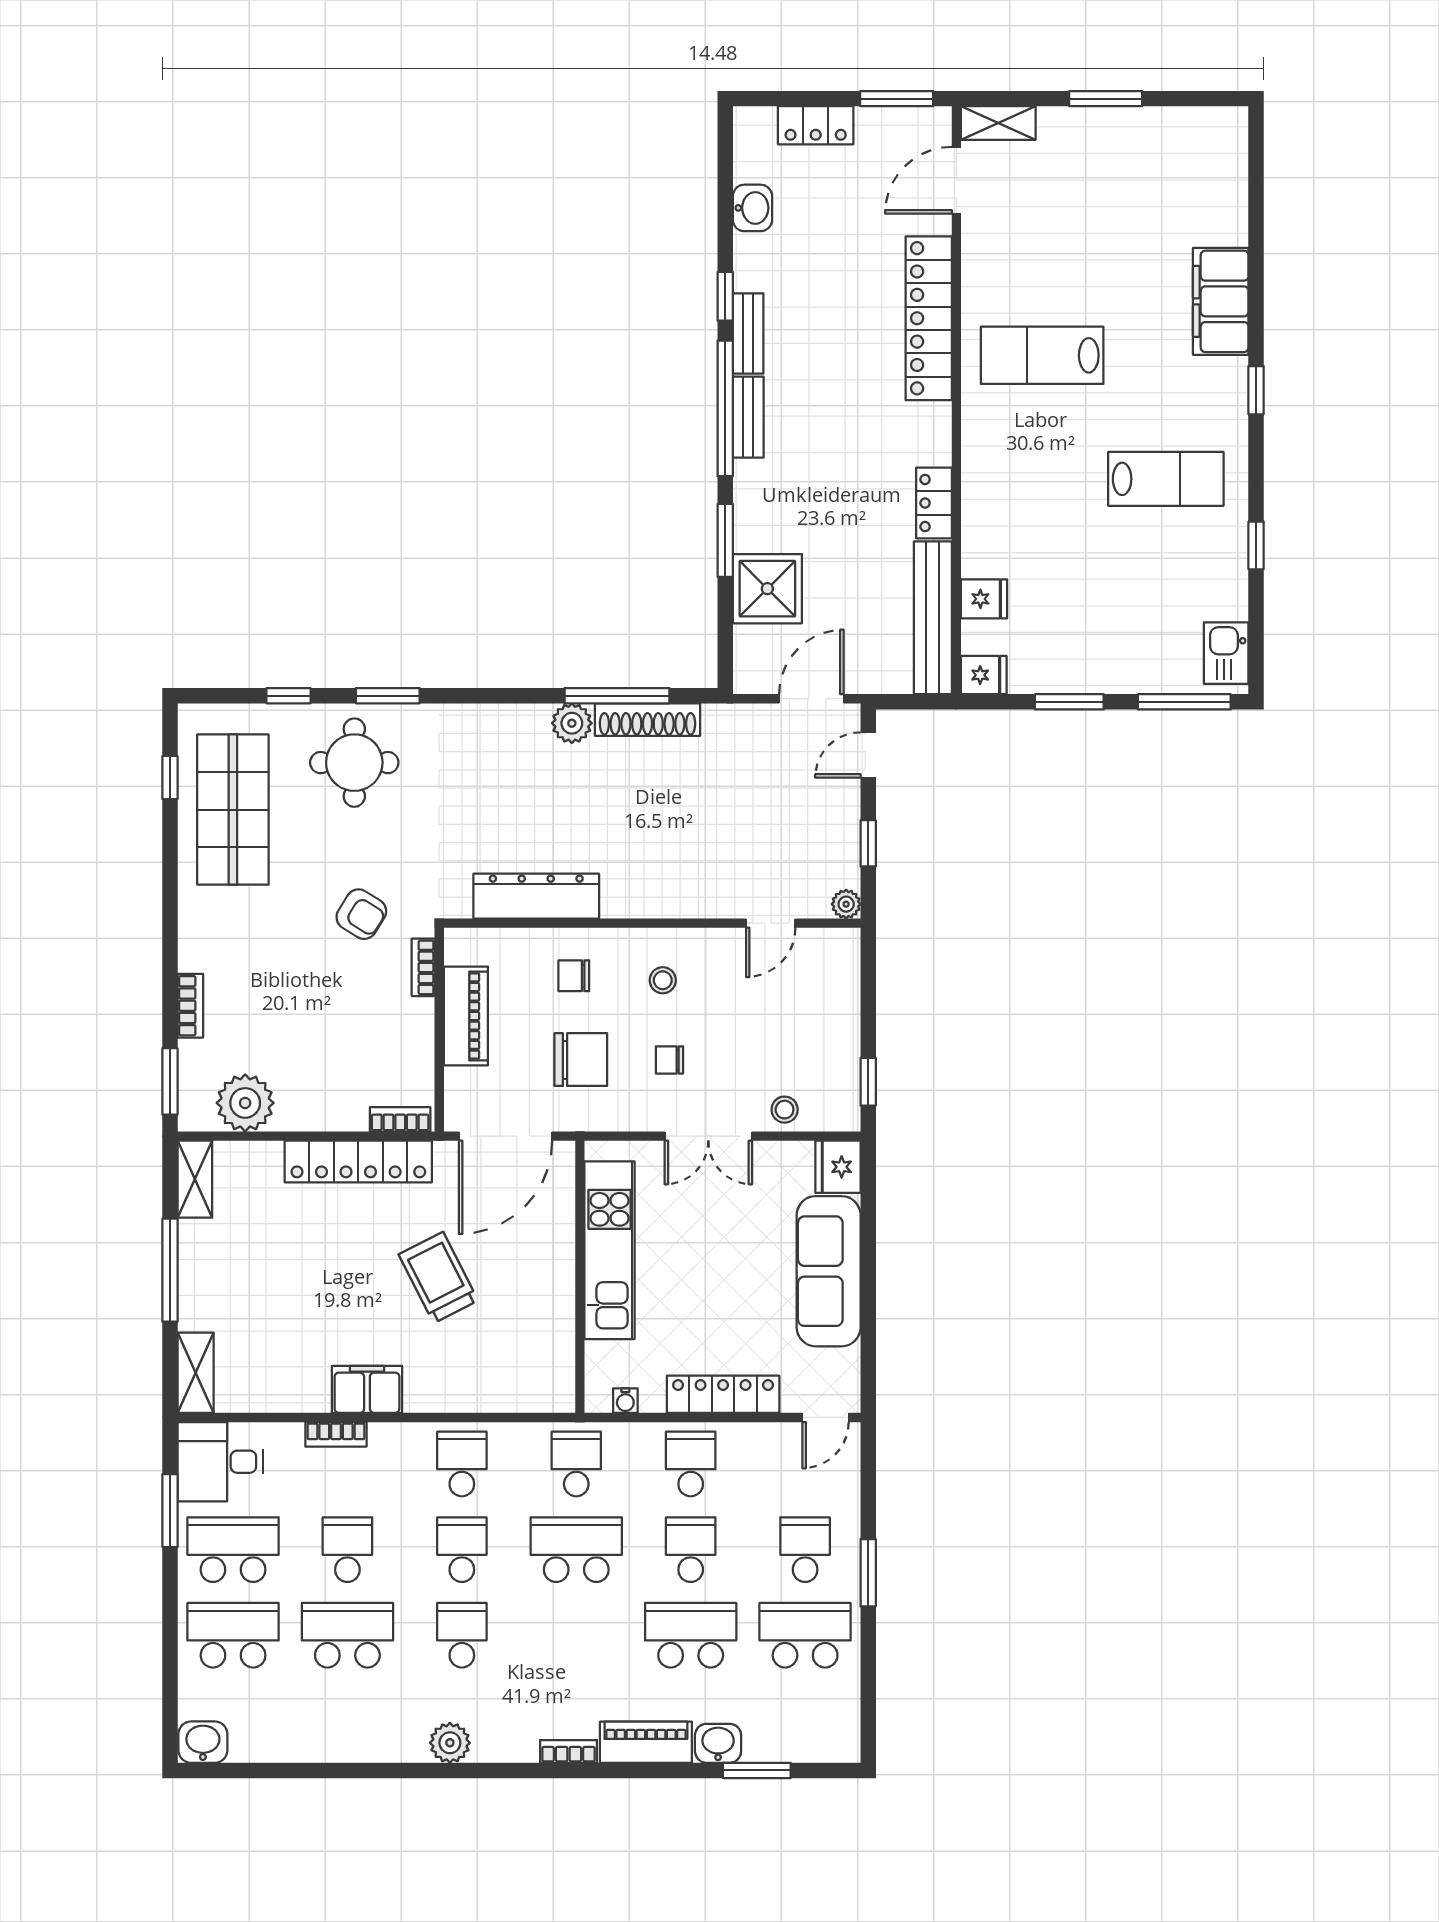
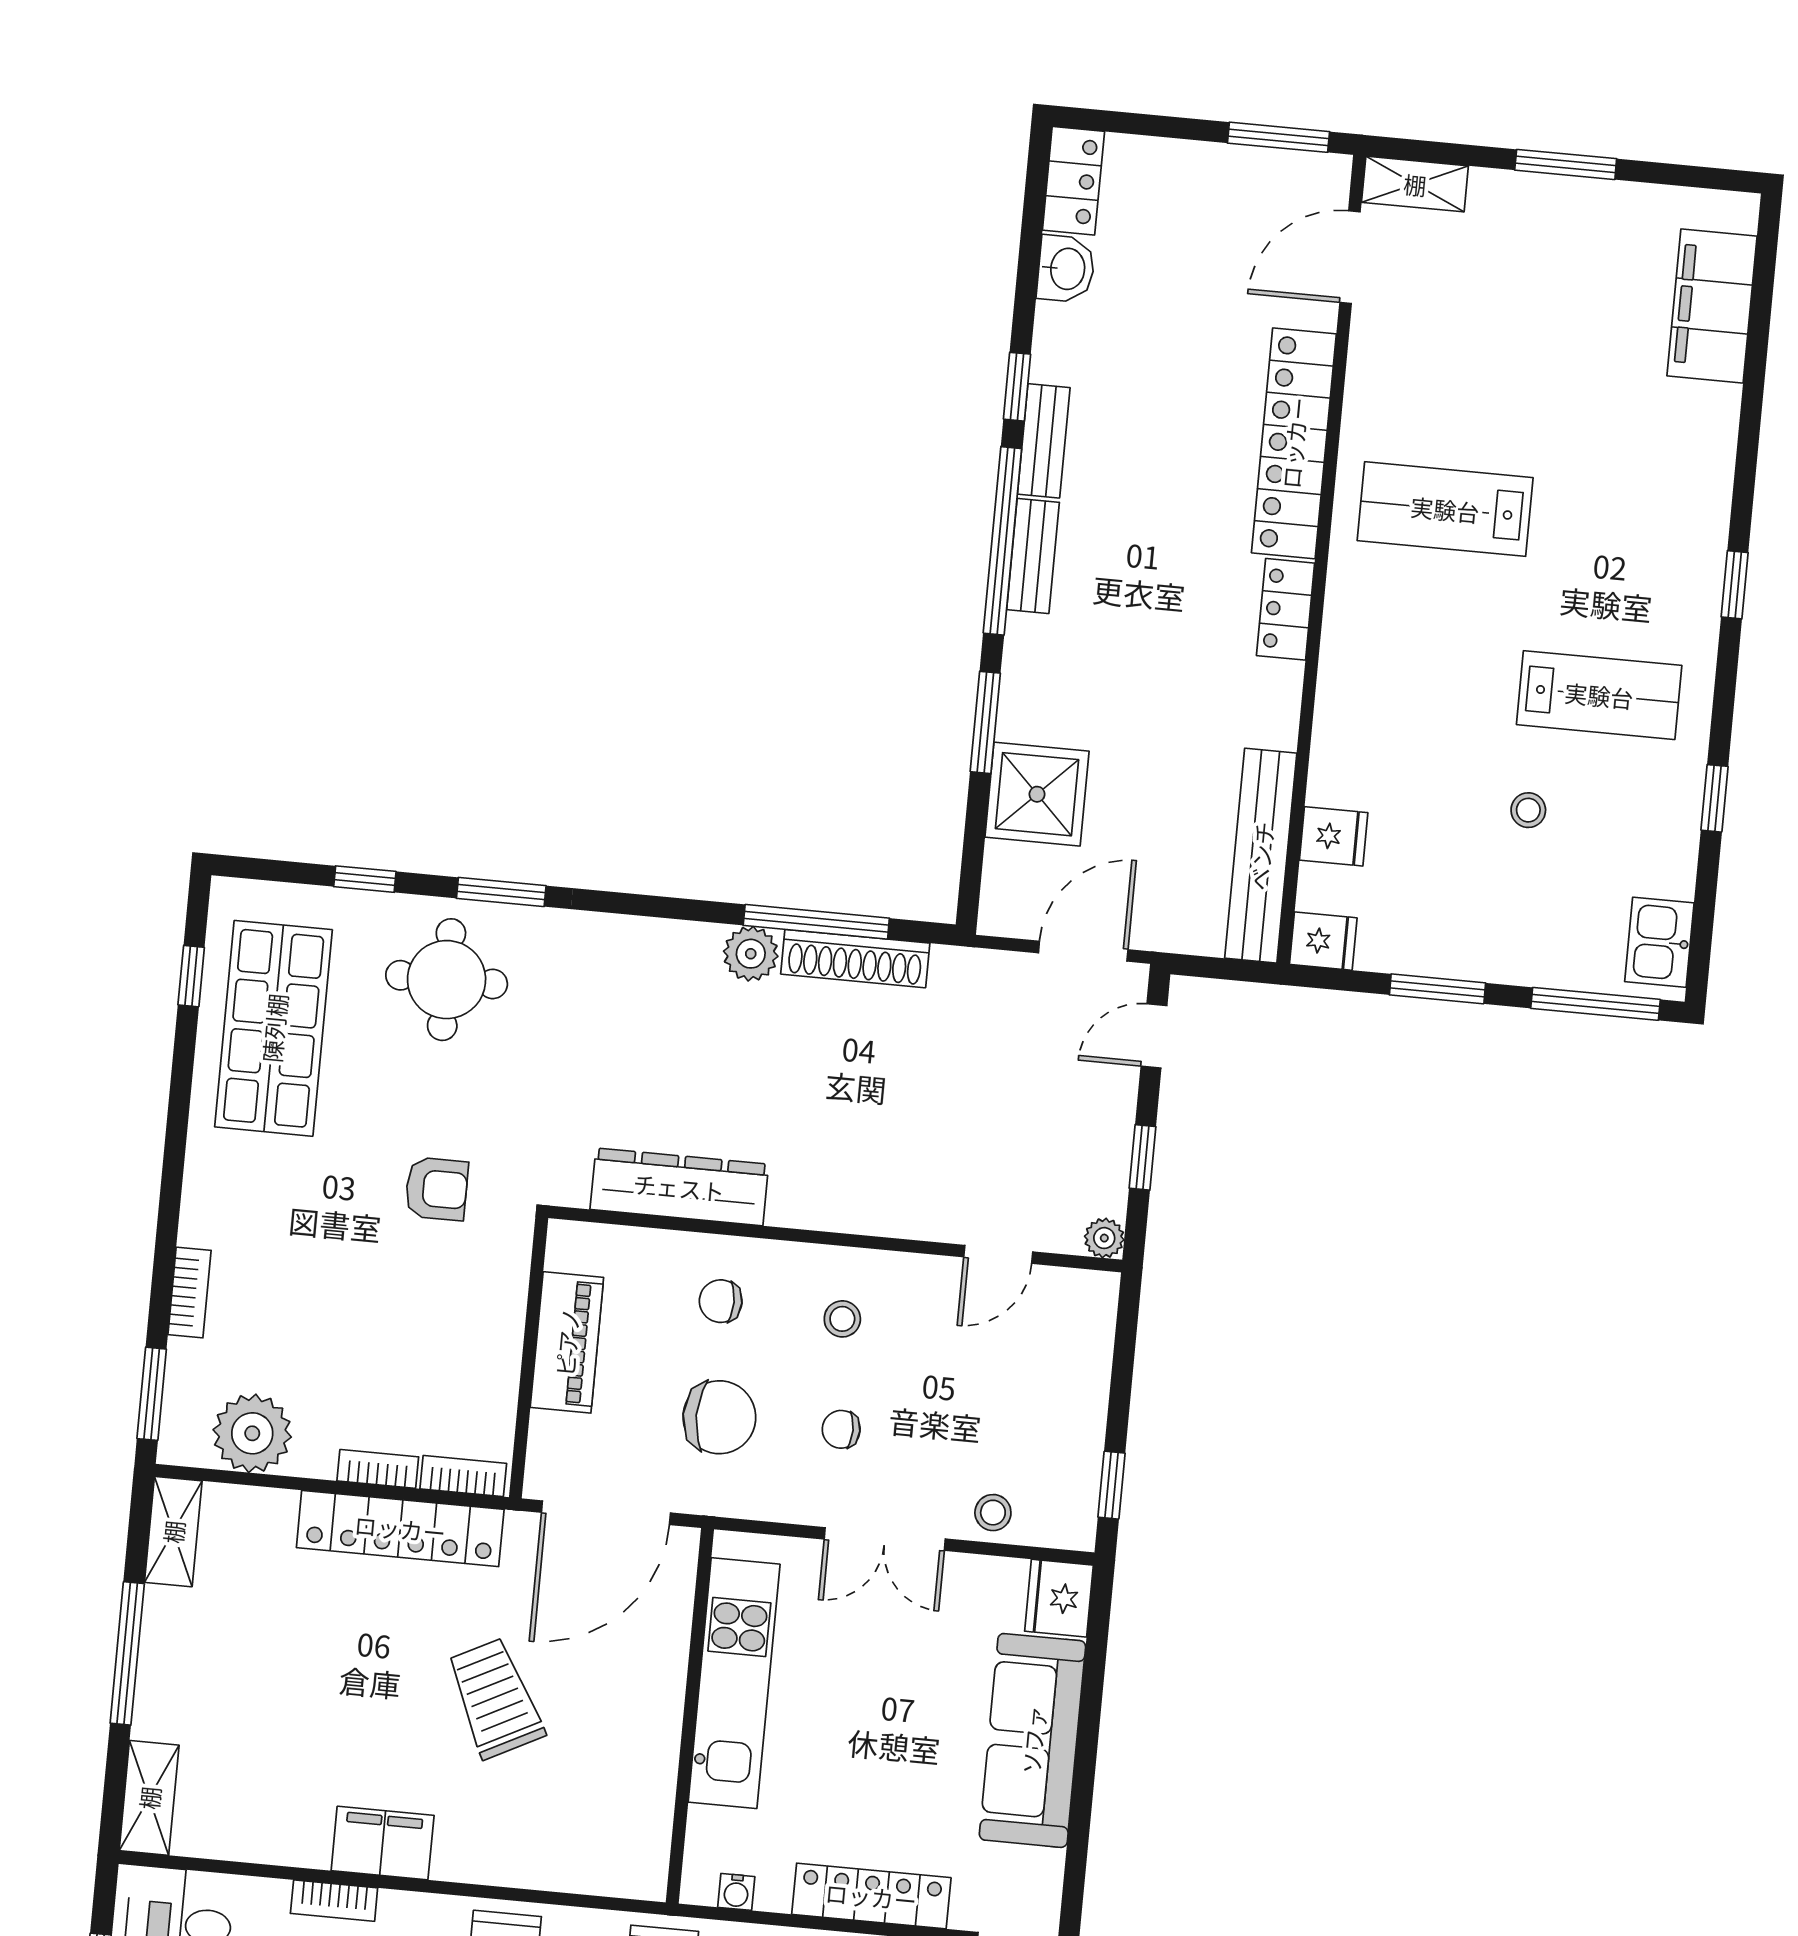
locker: (816, 125) -> (1073, 181), moved, turned -90
filing cabinet: (1221, 301) -> (1712, 306), moved
locker: (934, 503) -> (1286, 609), moved
stool: (1123, 567) -> (1528, 810), added
armchair: (361, 914) -> (437, 1189), turned -32
bookcase: (423, 967) -> (378, 1469), moved, turned 90

